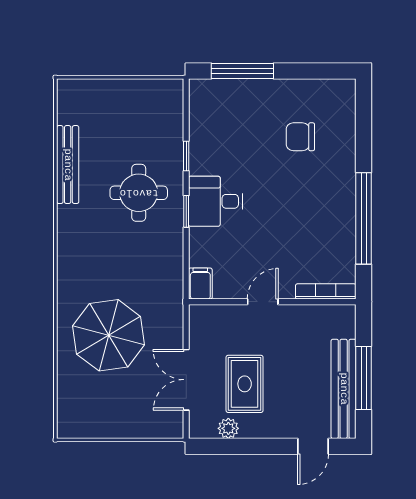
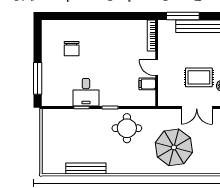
round table: (139, 193) -> (127, 128), moved
desk: (216, 201) -> (86, 92), moved
window: (364, 218) -> (114, 16), removed
filing cabinet: (200, 284) -> (147, 84), moved
window: (364, 378) -> (183, 16), moved

